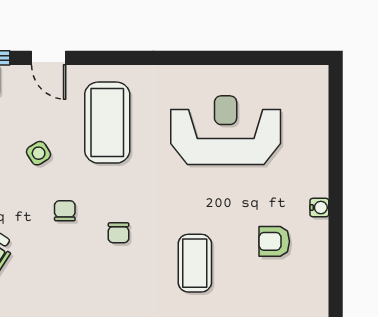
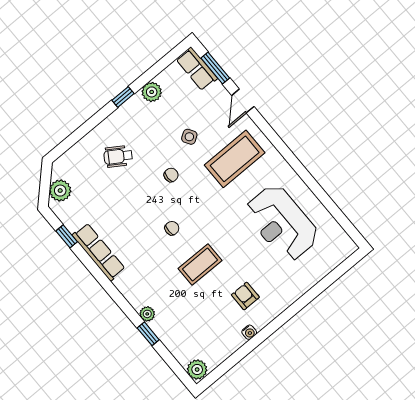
reception desk: (226, 130) -> (282, 223), turned 180
water cooler: (319, 208) -> (249, 332), moved
chair: (119, 233) -> (172, 228), moved, turned 180

